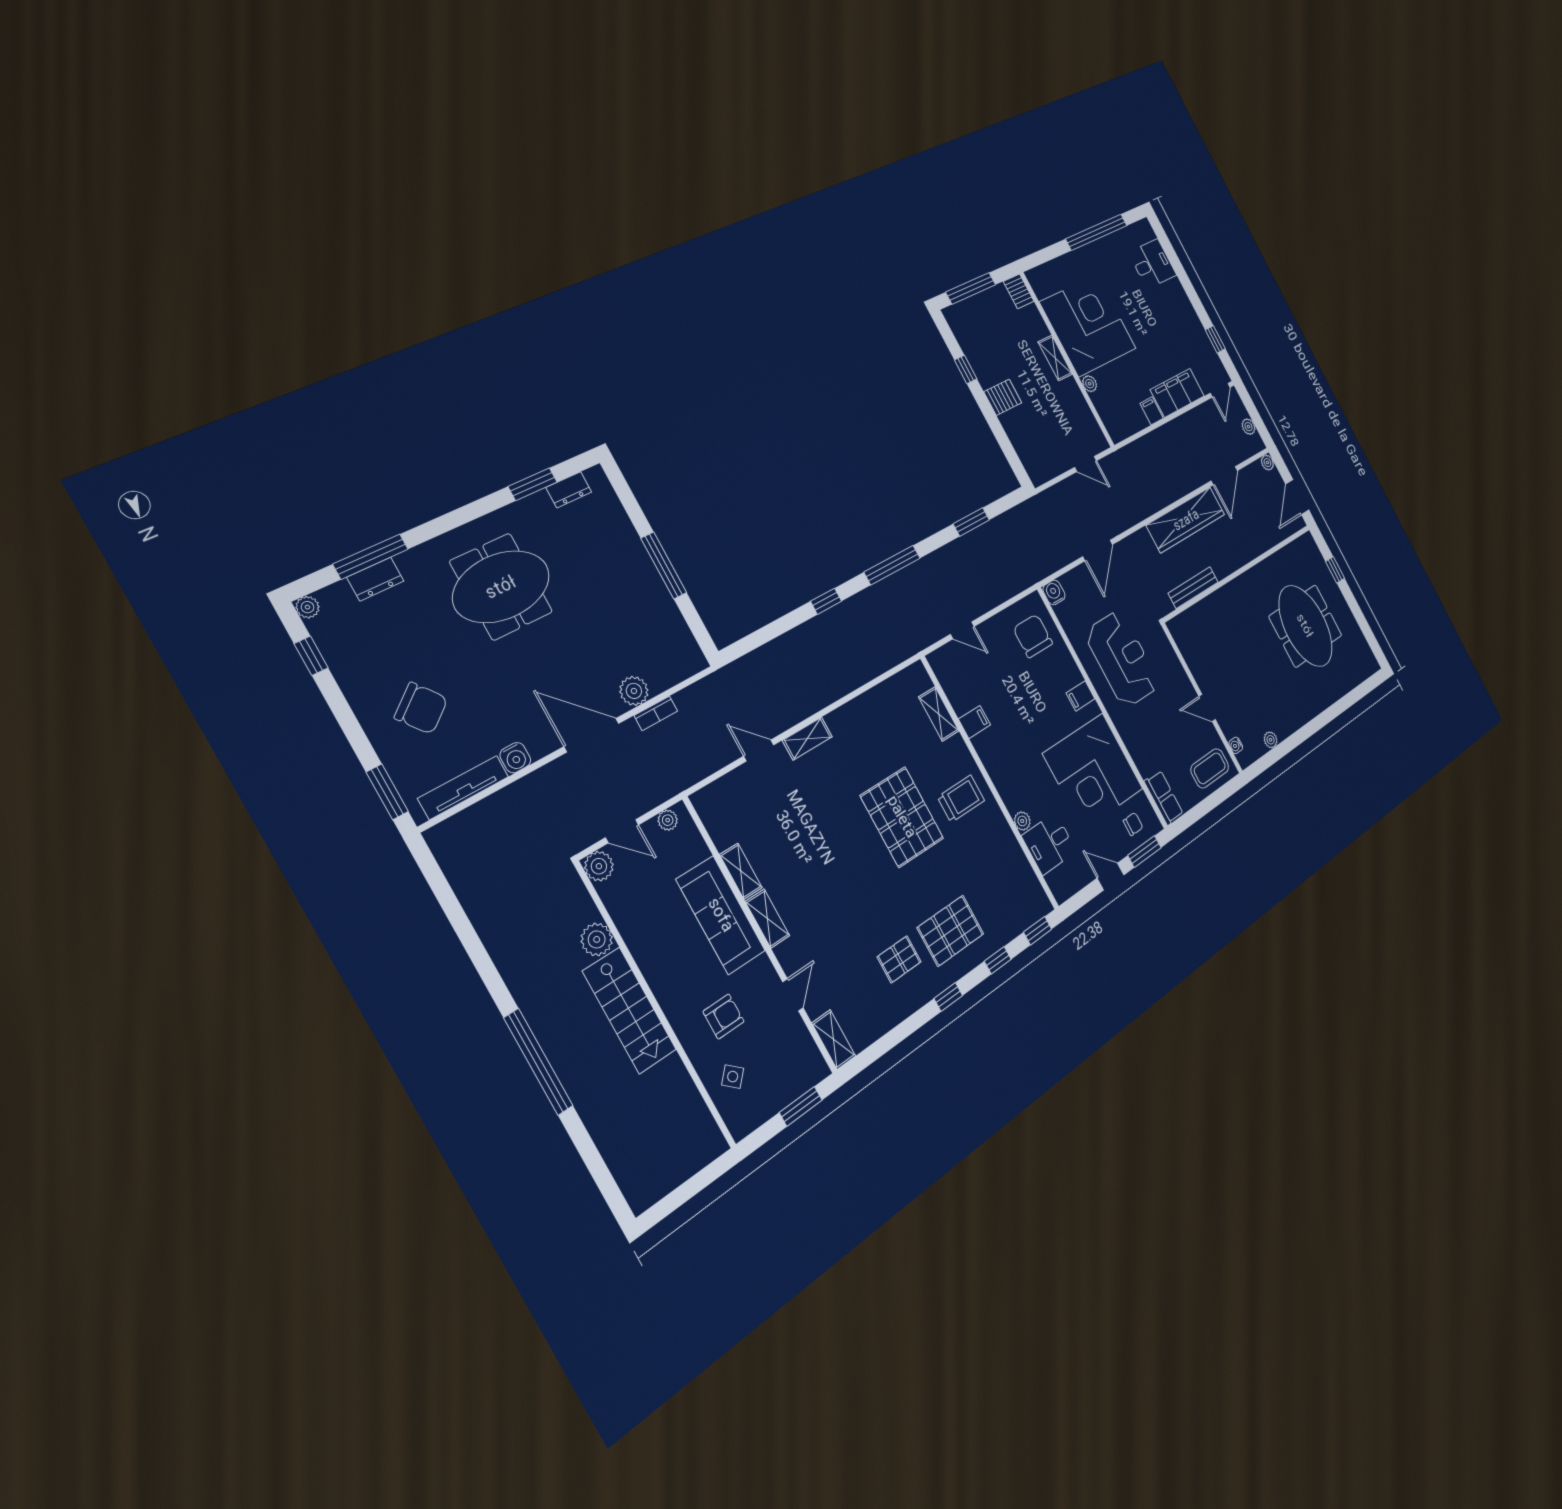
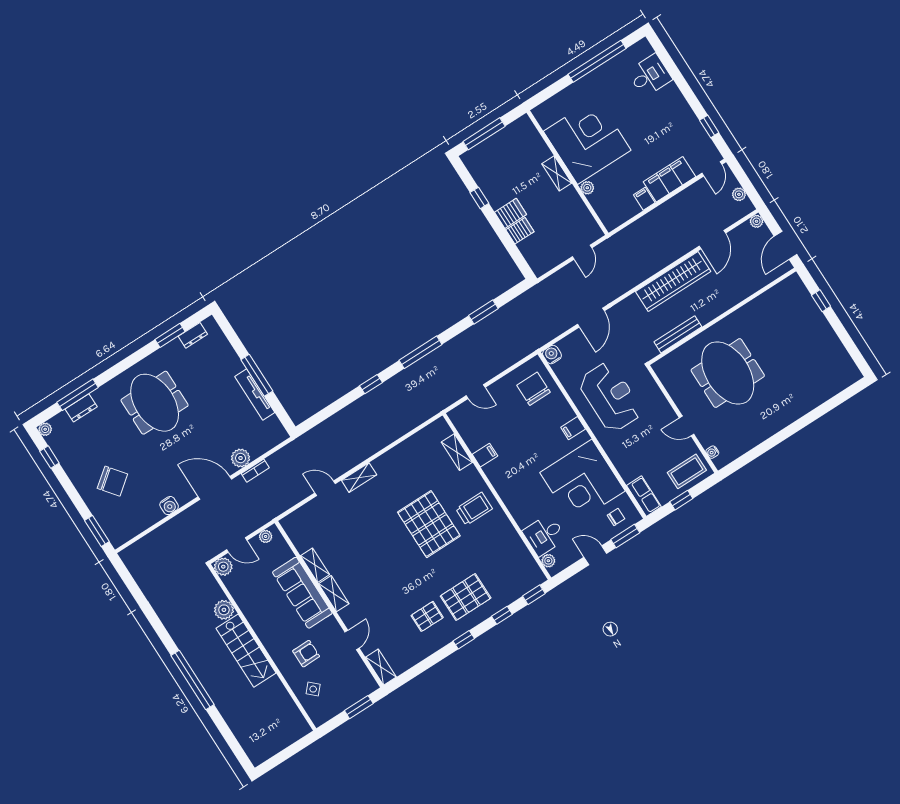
server rack: (1019, 291) -> (520, 231), moved, turned -90
door: (1086, 464) -> (582, 252), hinge flipped
meeting table: (501, 587) -> (155, 403), turned 90
meeting table: (1305, 626) -> (728, 373), moved
plant: (1271, 740) -> (746, 445), removed
tv unit: (463, 787) -> (255, 395), moved, turned -90
window: (1205, 806) -> (681, 500), added
plant: (1022, 821) -> (548, 561), moved

